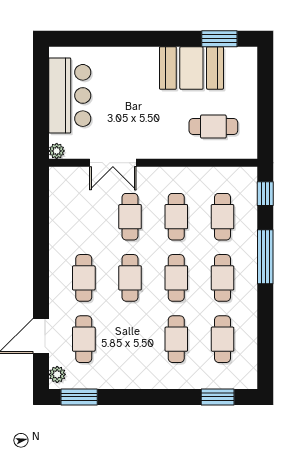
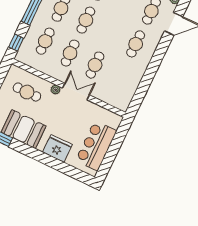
fridge: (126, 63) -> (57, 148), added
plant: (57, 151) -> (56, 90), moved
double door: (113, 163) -> (76, 92), moved
cafe table: (130, 278) -> (111, 32), removed

